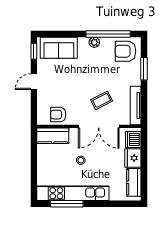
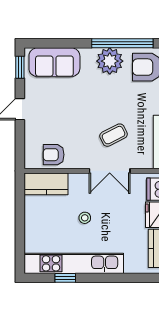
plant: (94, 42) -> (110, 61), width x1.87, depth x1.87
double door: (99, 126) -> (110, 171), width x0.73
window: (67, 204) -> (65, 278), width x0.46

